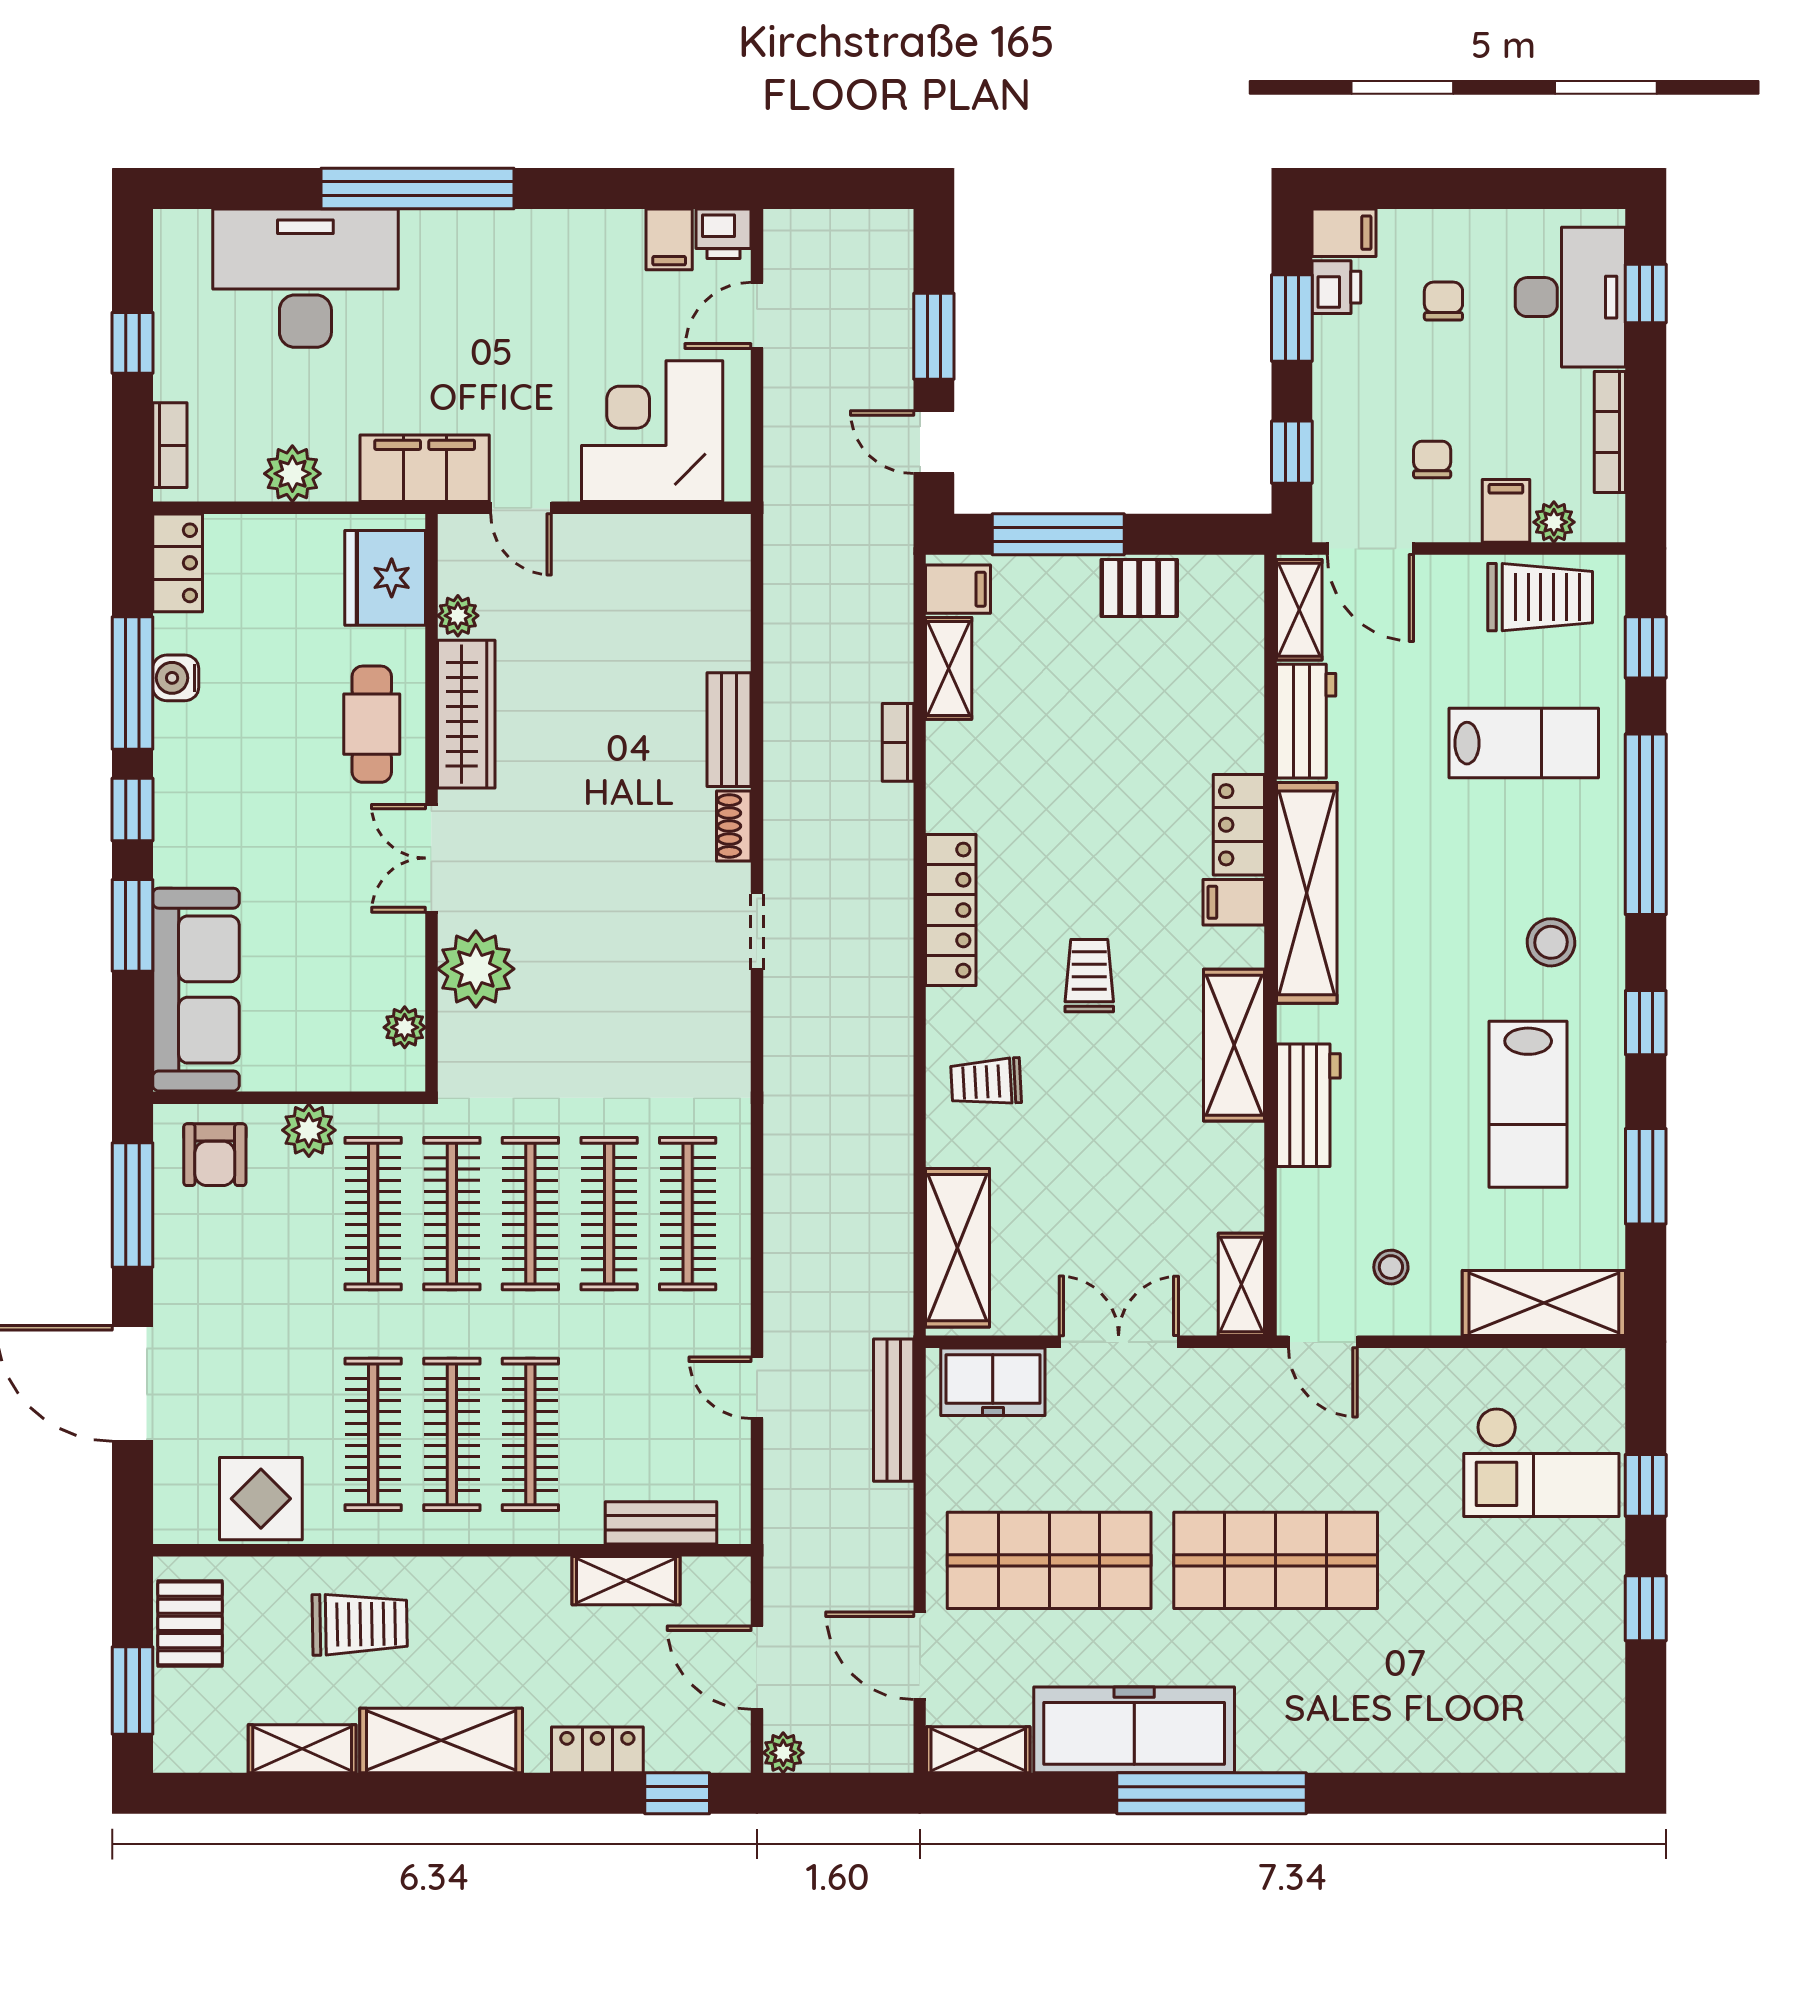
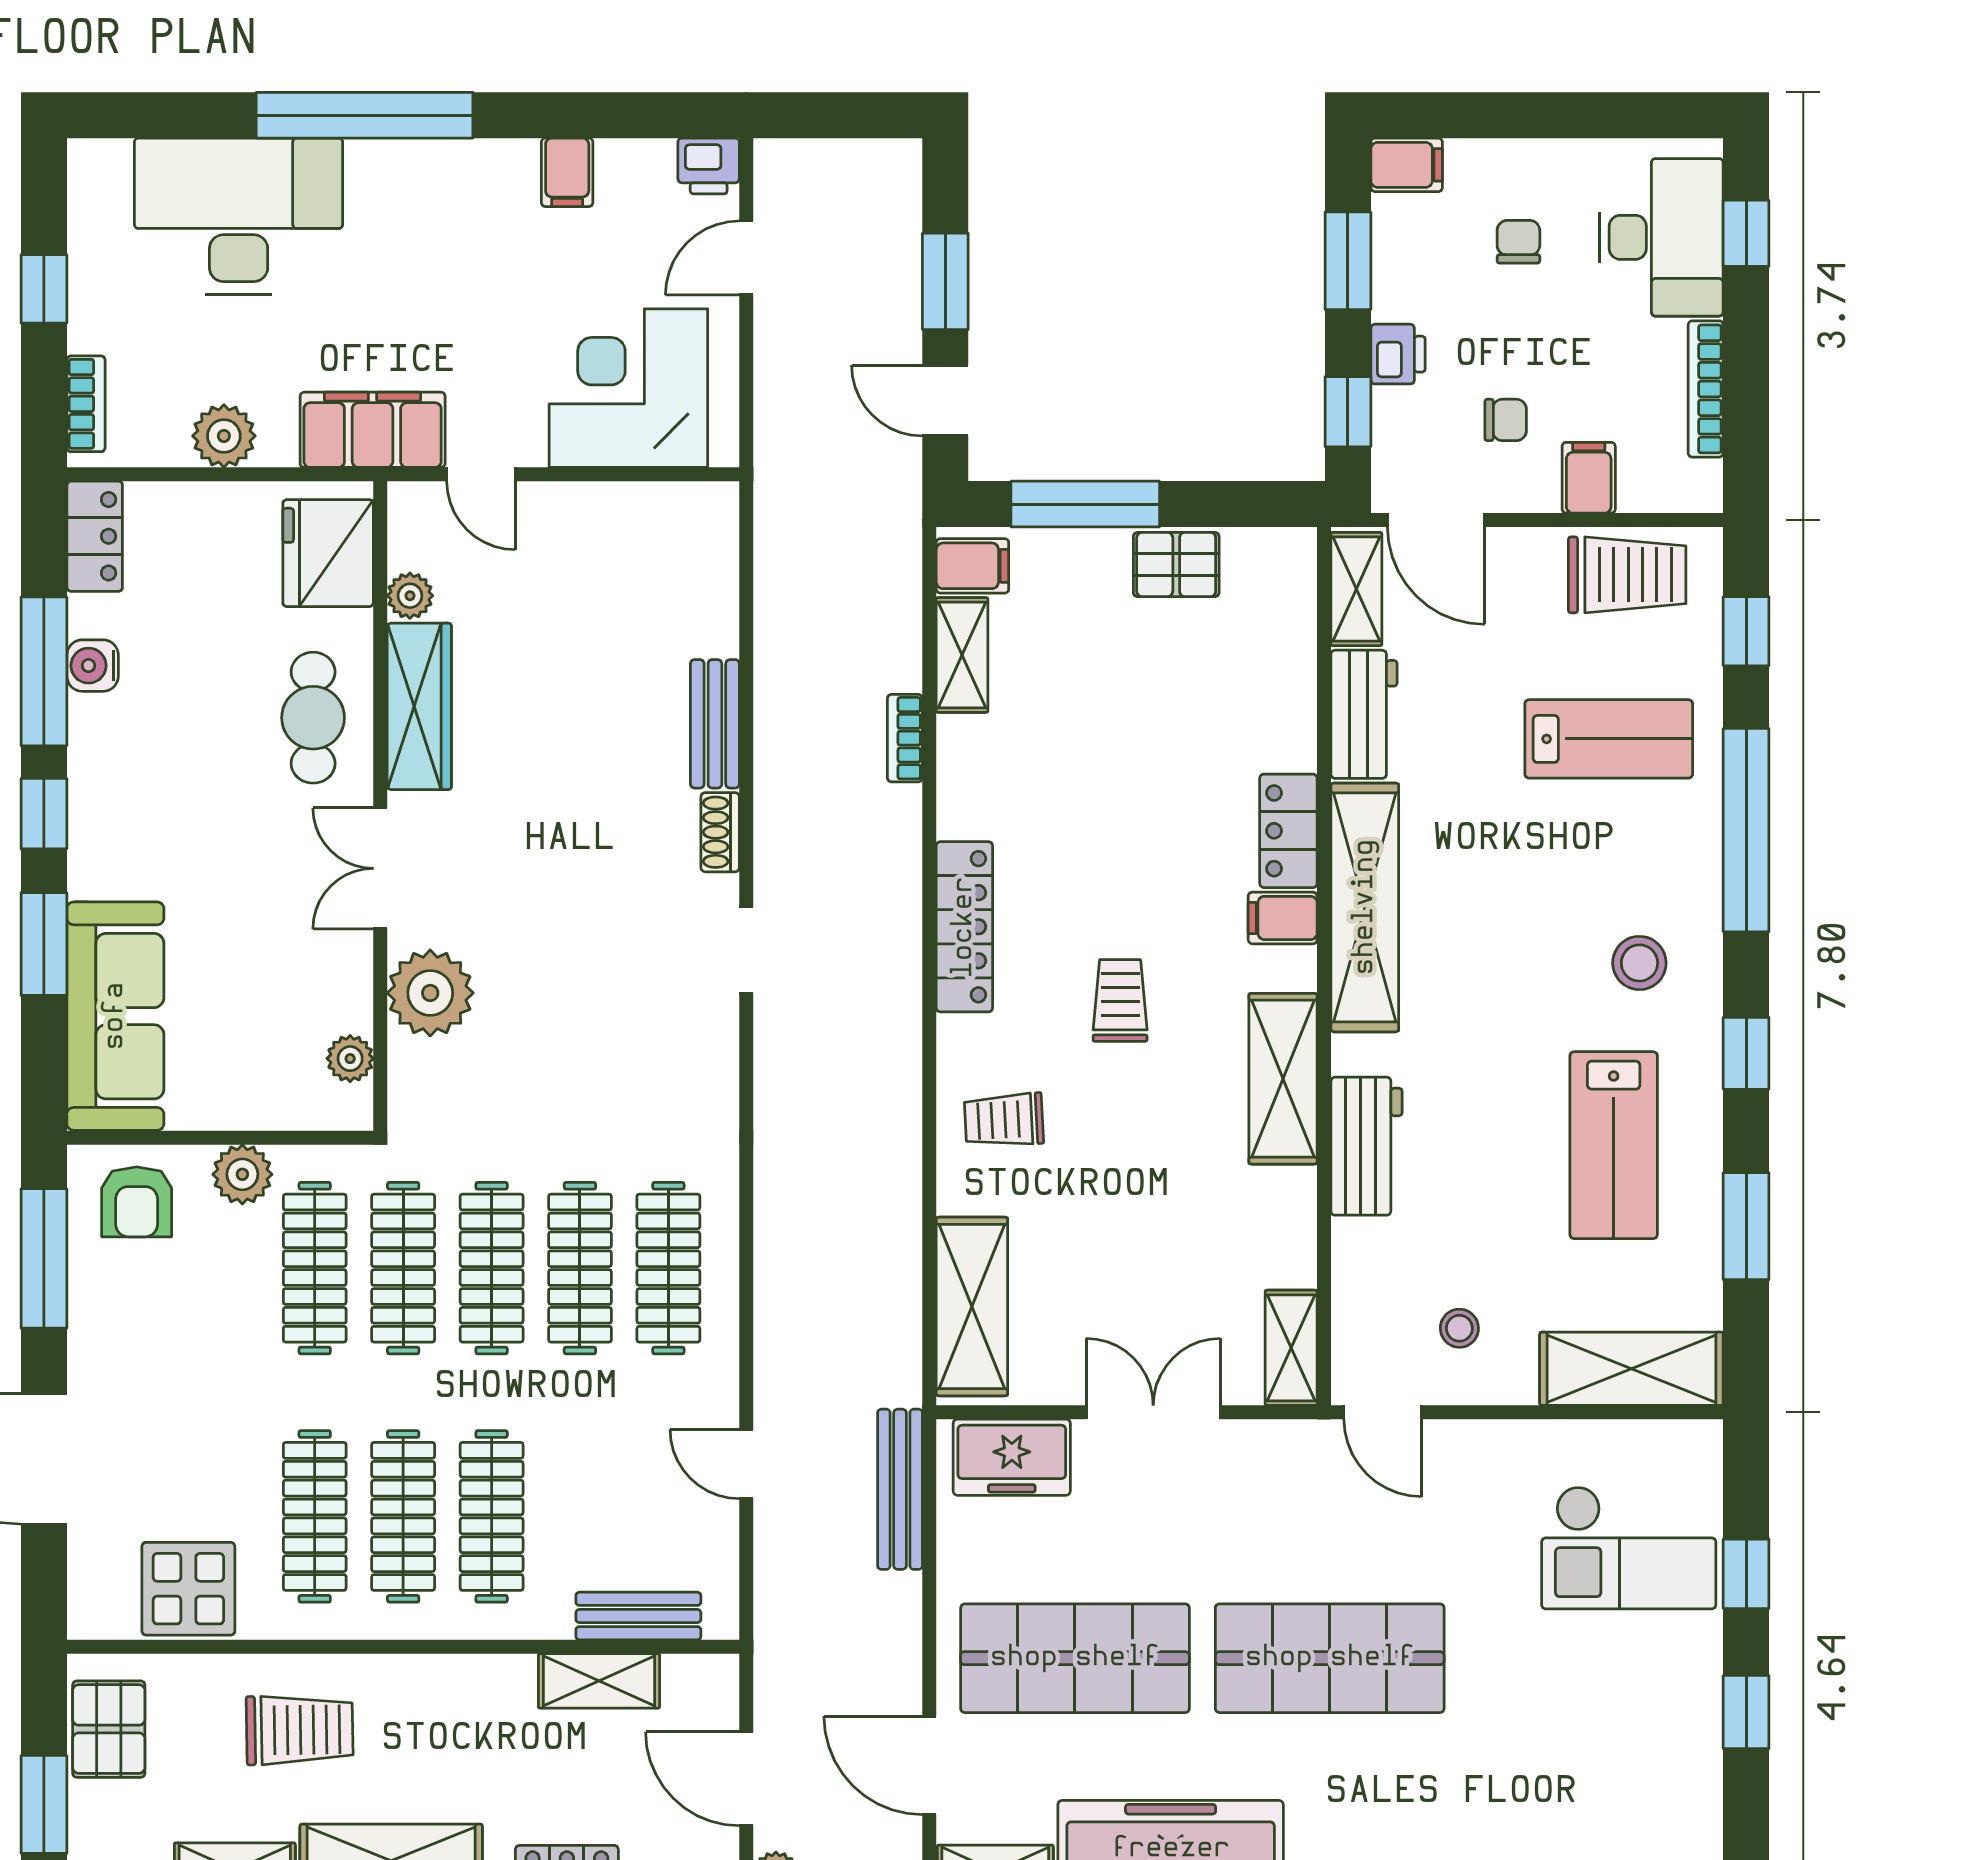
filing cabinet: (669, 239) -> (567, 172), moved
printer: (1336, 287) -> (1398, 354), moved
chair: (1432, 459) -> (1506, 420), turned 90
plant: (1554, 522) -> (1643, 490), removed

